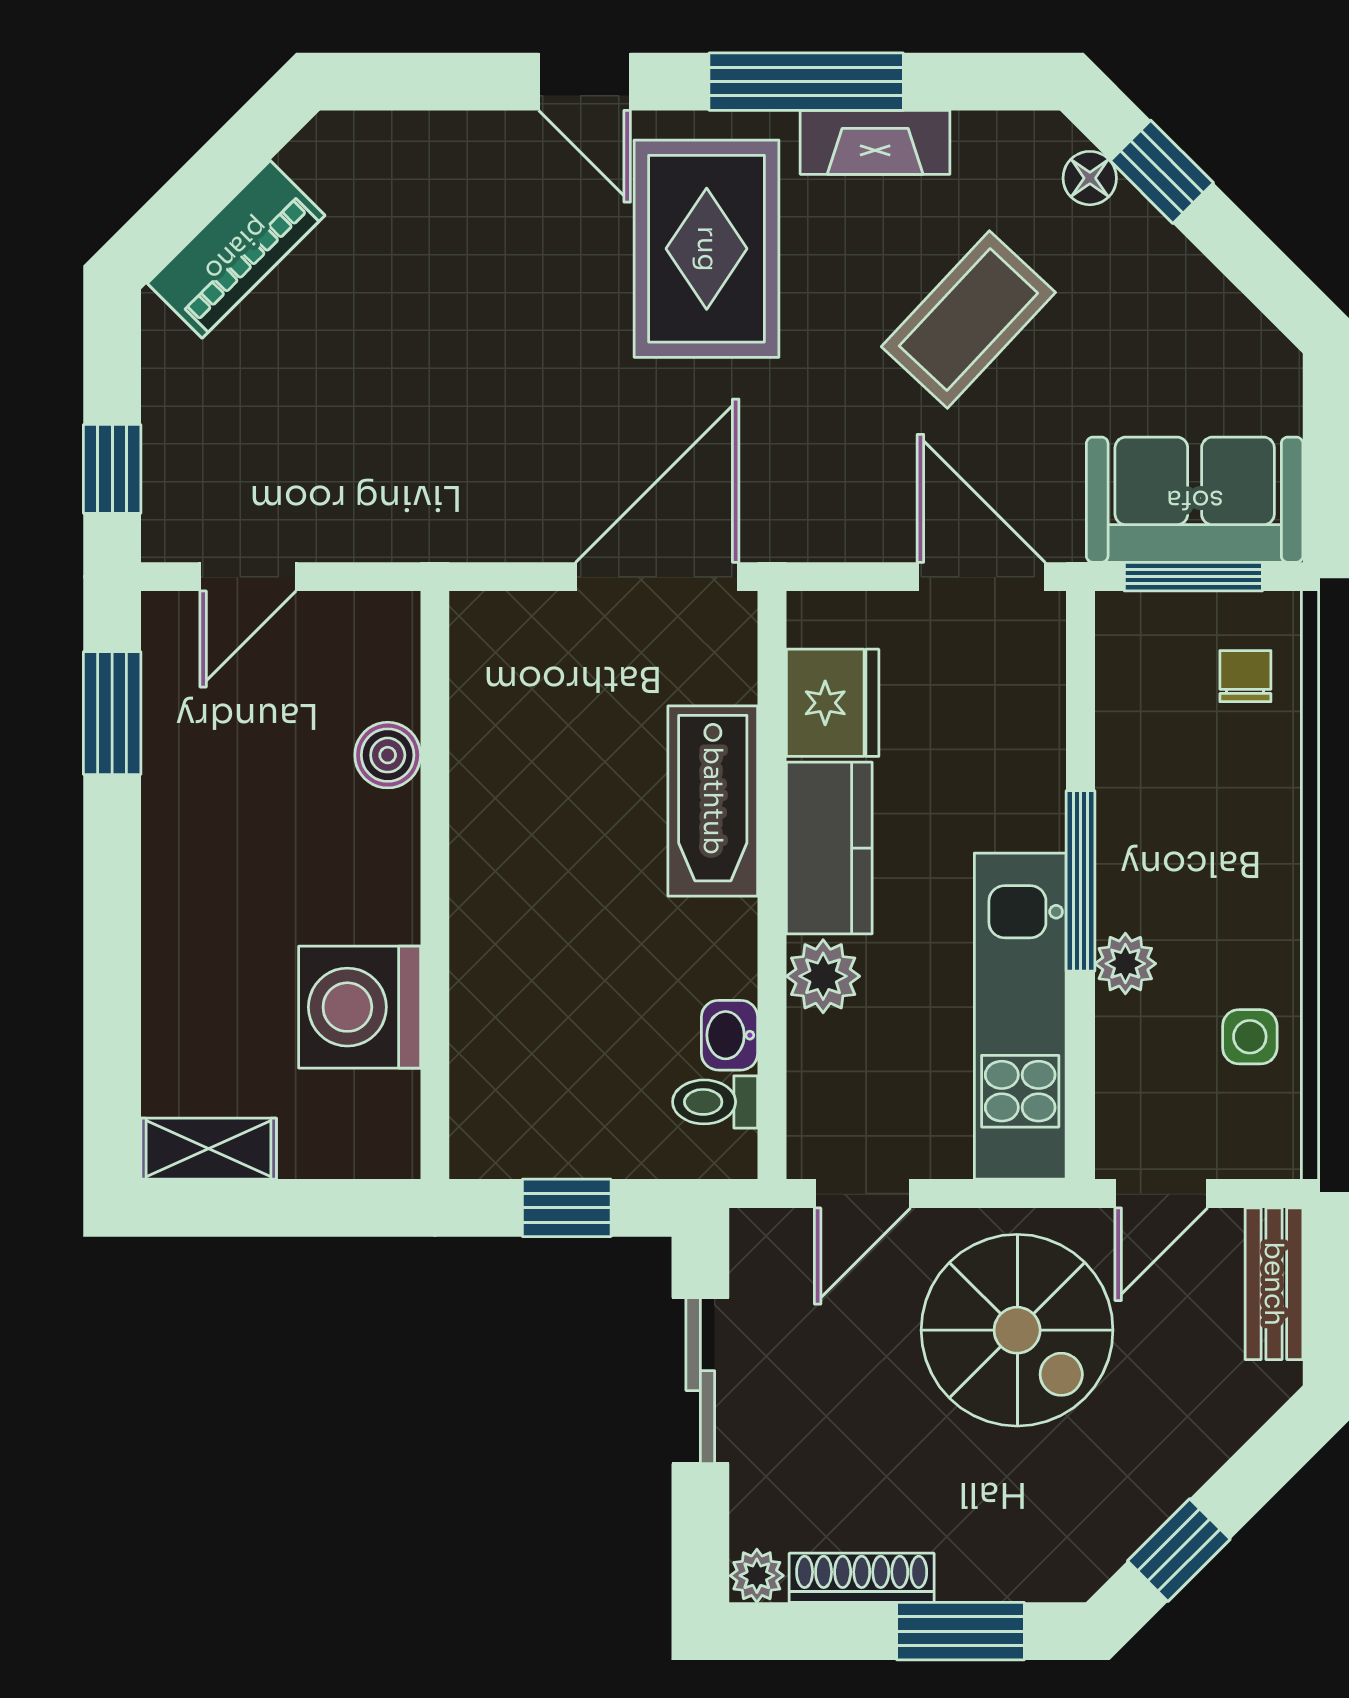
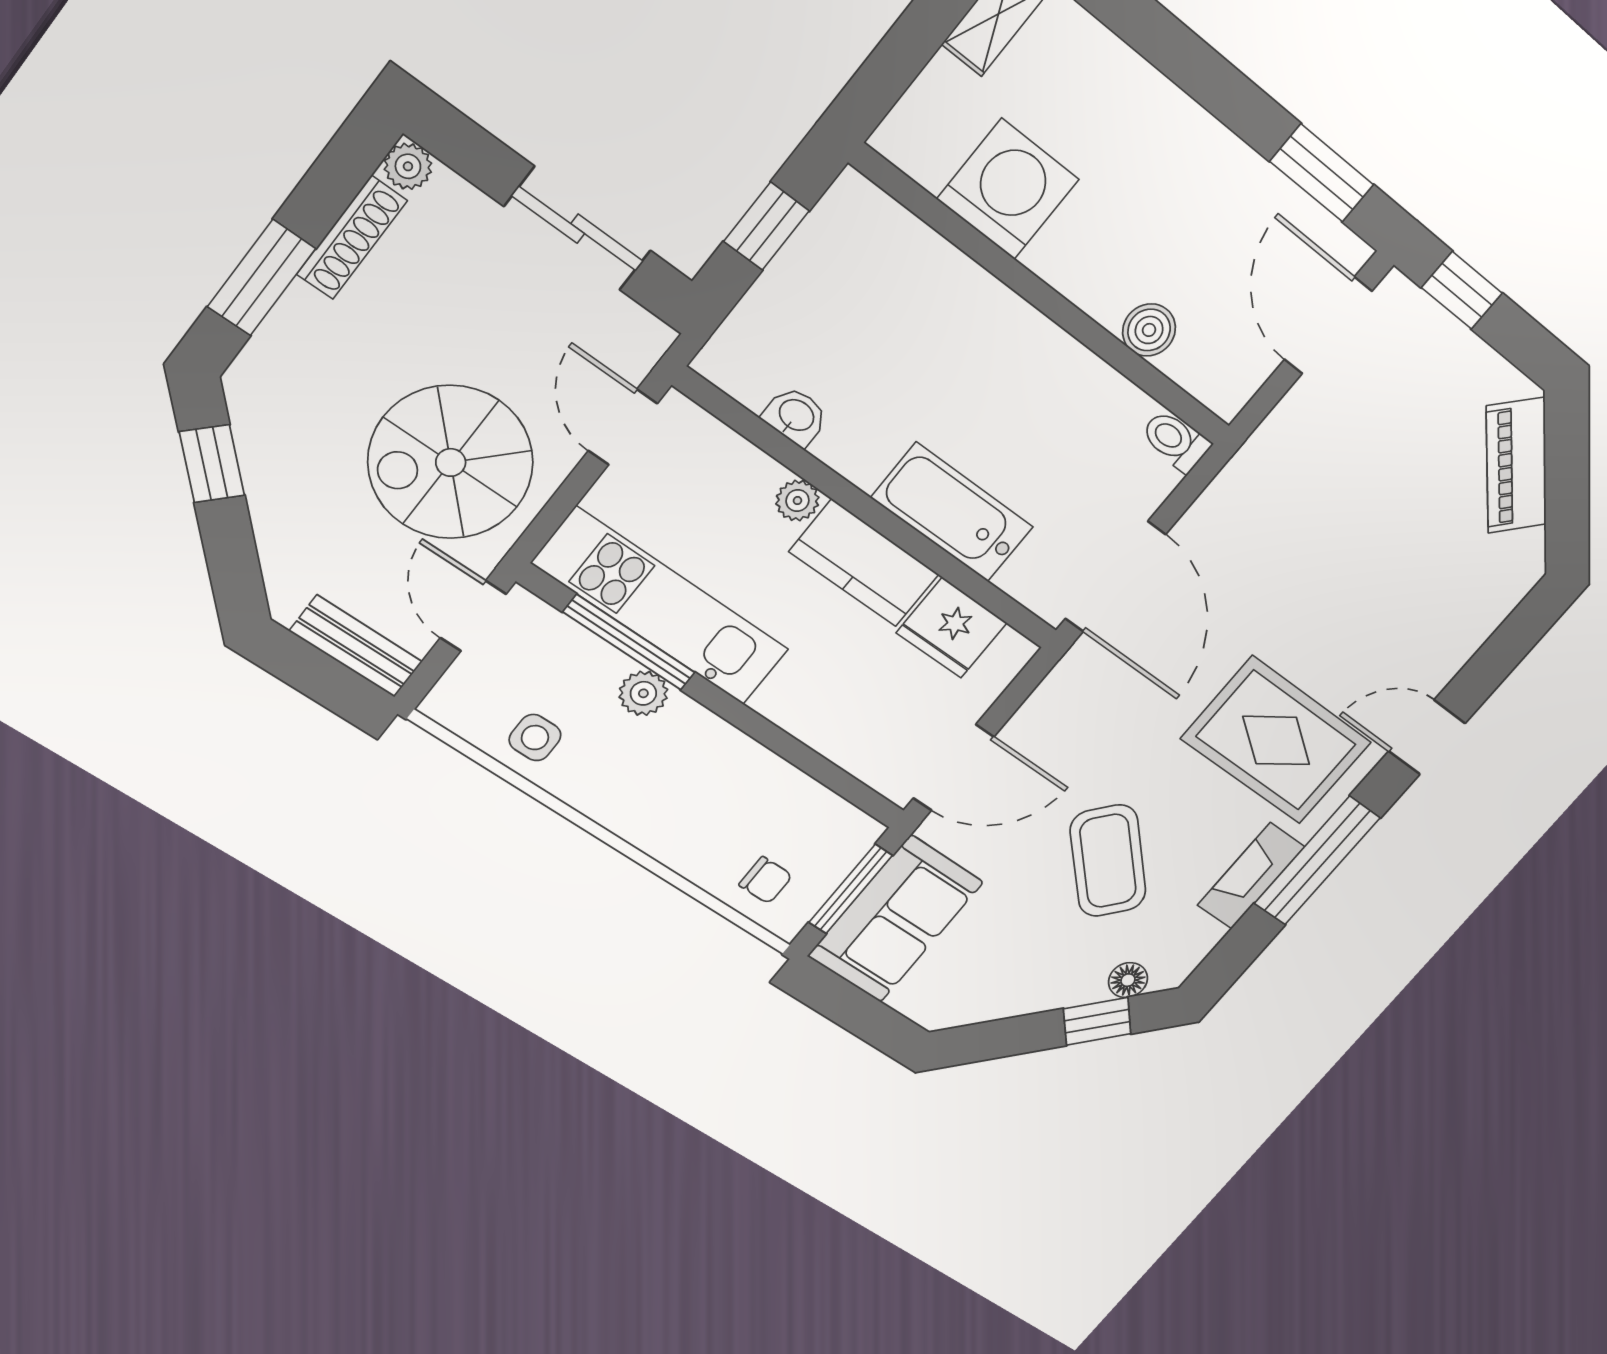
door: (248, 577) -> (1328, 325), width x1.38
window: (1081, 881) -> (629, 642), moved
plant: (823, 976) -> (797, 501), width x0.73, depth x0.73
toilet: (715, 1102) -> (1175, 441), moved, turned -90

